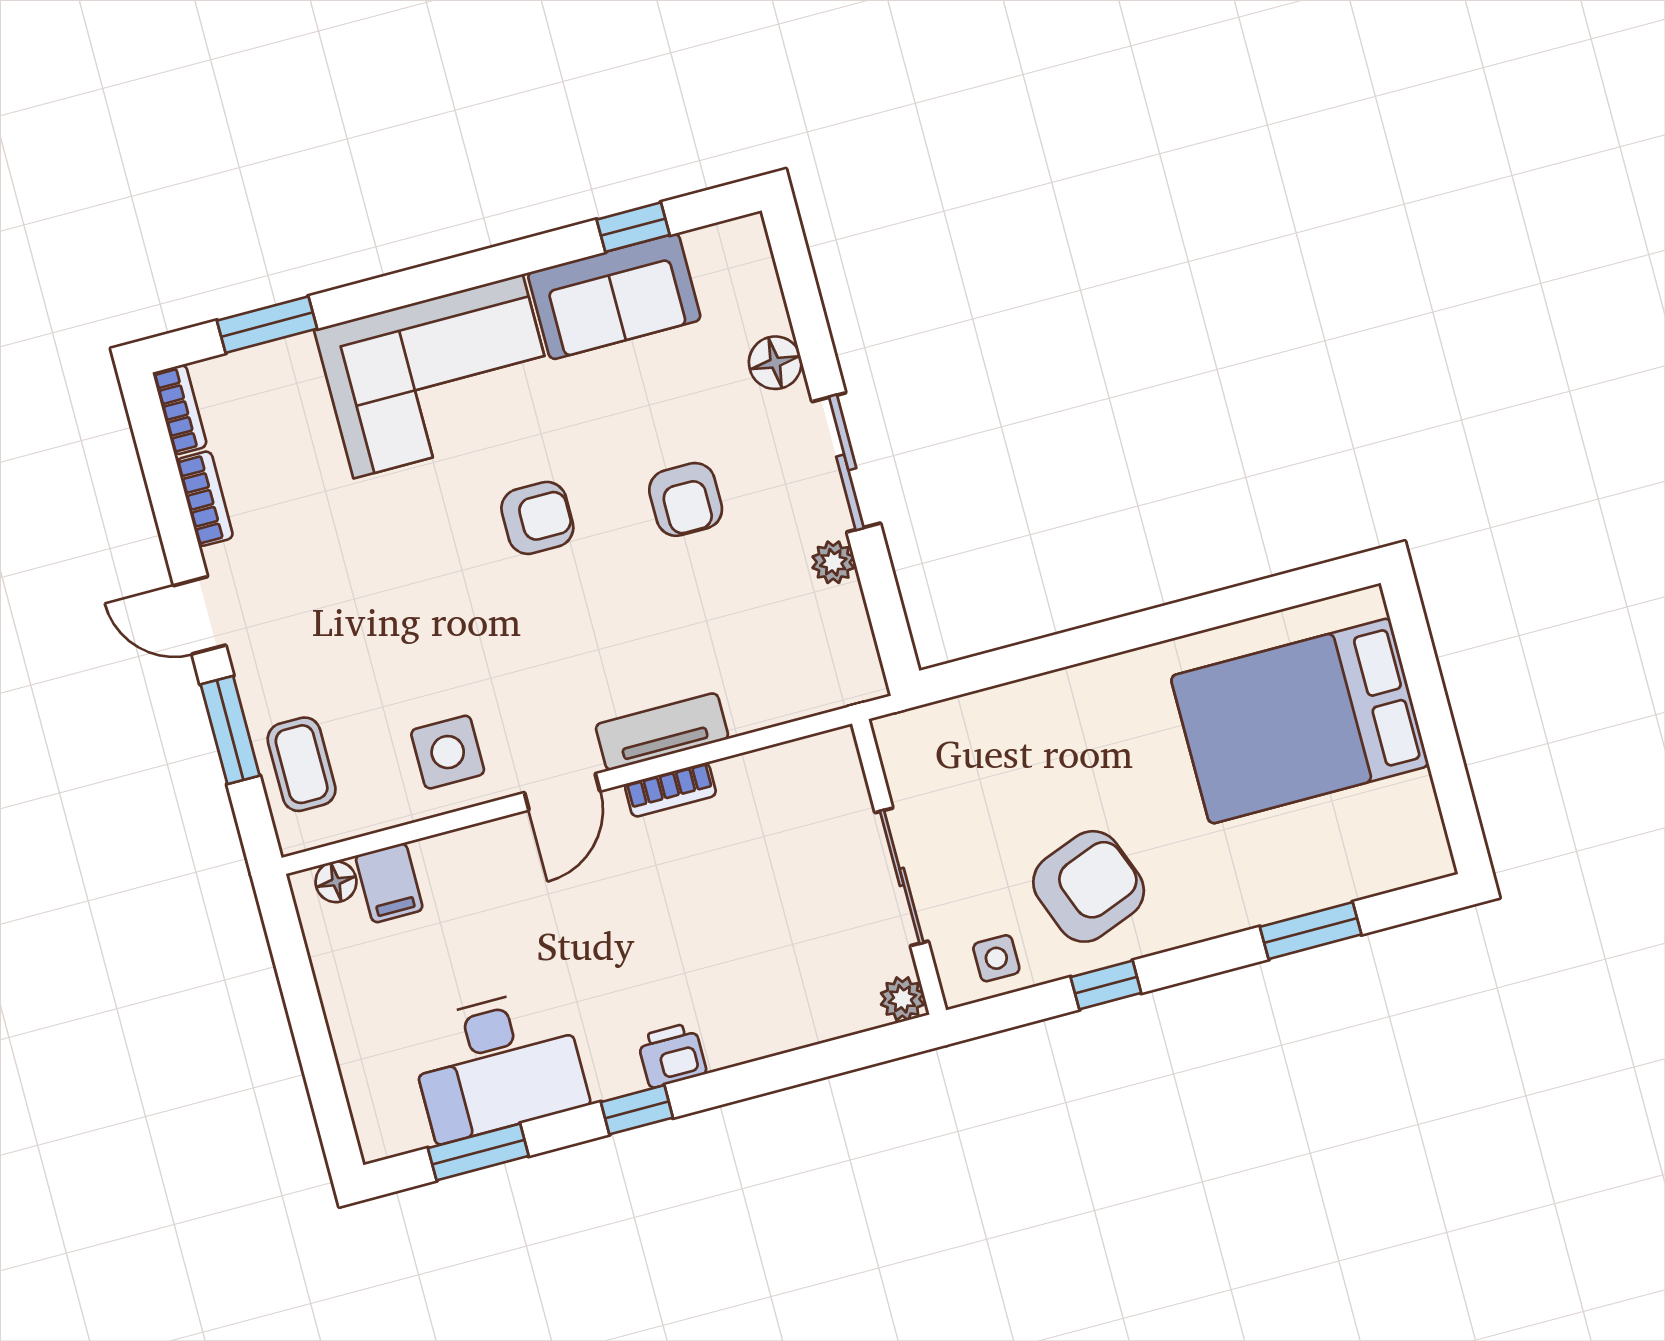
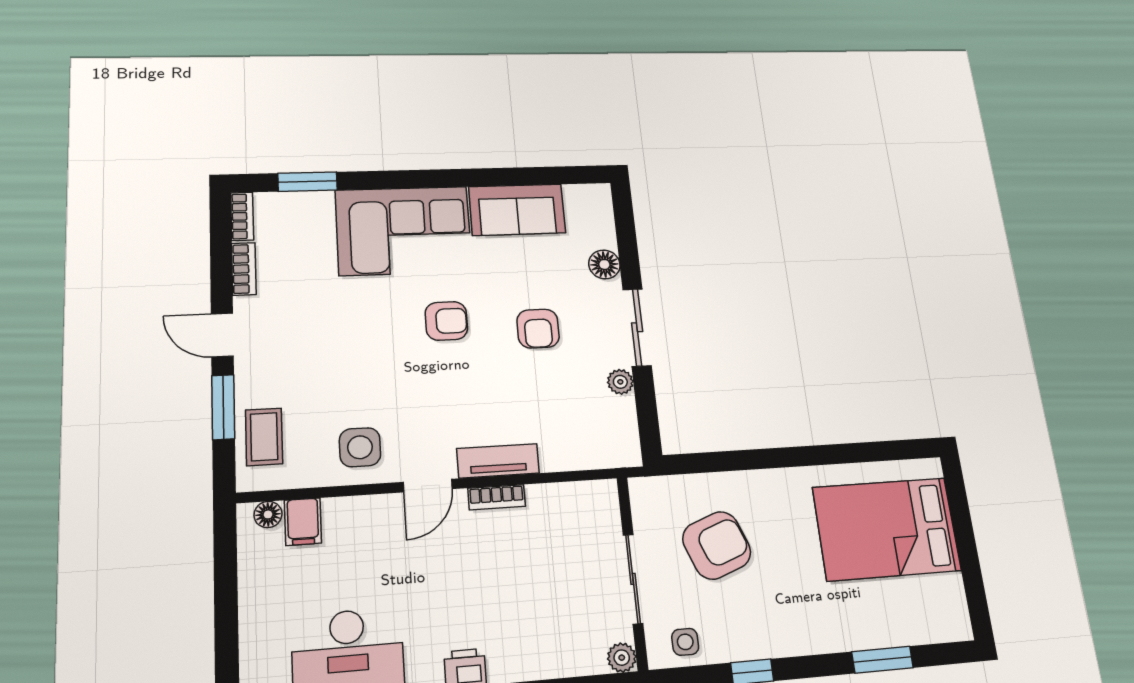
window: (633, 227) -> (535, 176), removed
armchair: (1089, 886) -> (717, 545), moved

